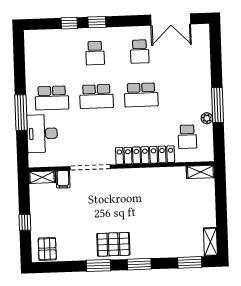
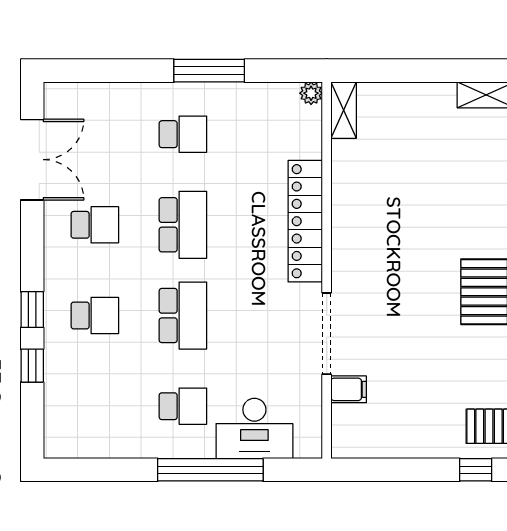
school desk: (52, 98) -> (183, 406), width x0.54
window: (21, 113) -> (210, 470), width x1.46
plant: (207, 118) -> (311, 93), moved
school desk: (187, 137) -> (183, 134), moved
shelving: (42, 177) -> (343, 432), removed
window: (25, 222) -> (476, 470), moved

